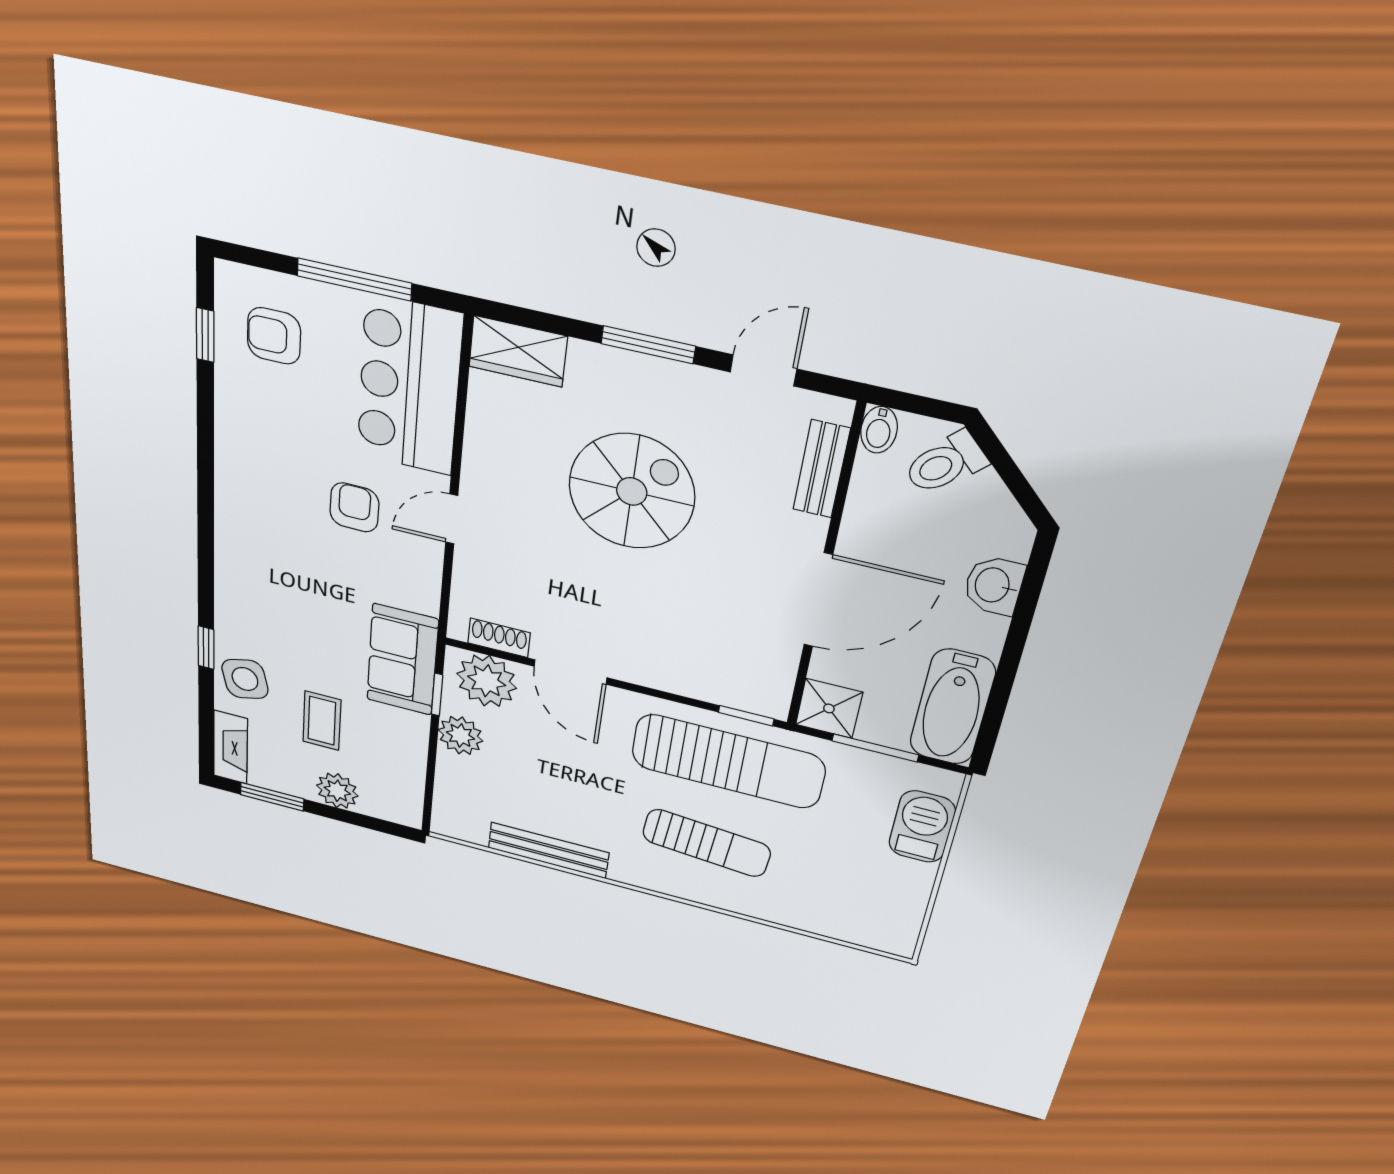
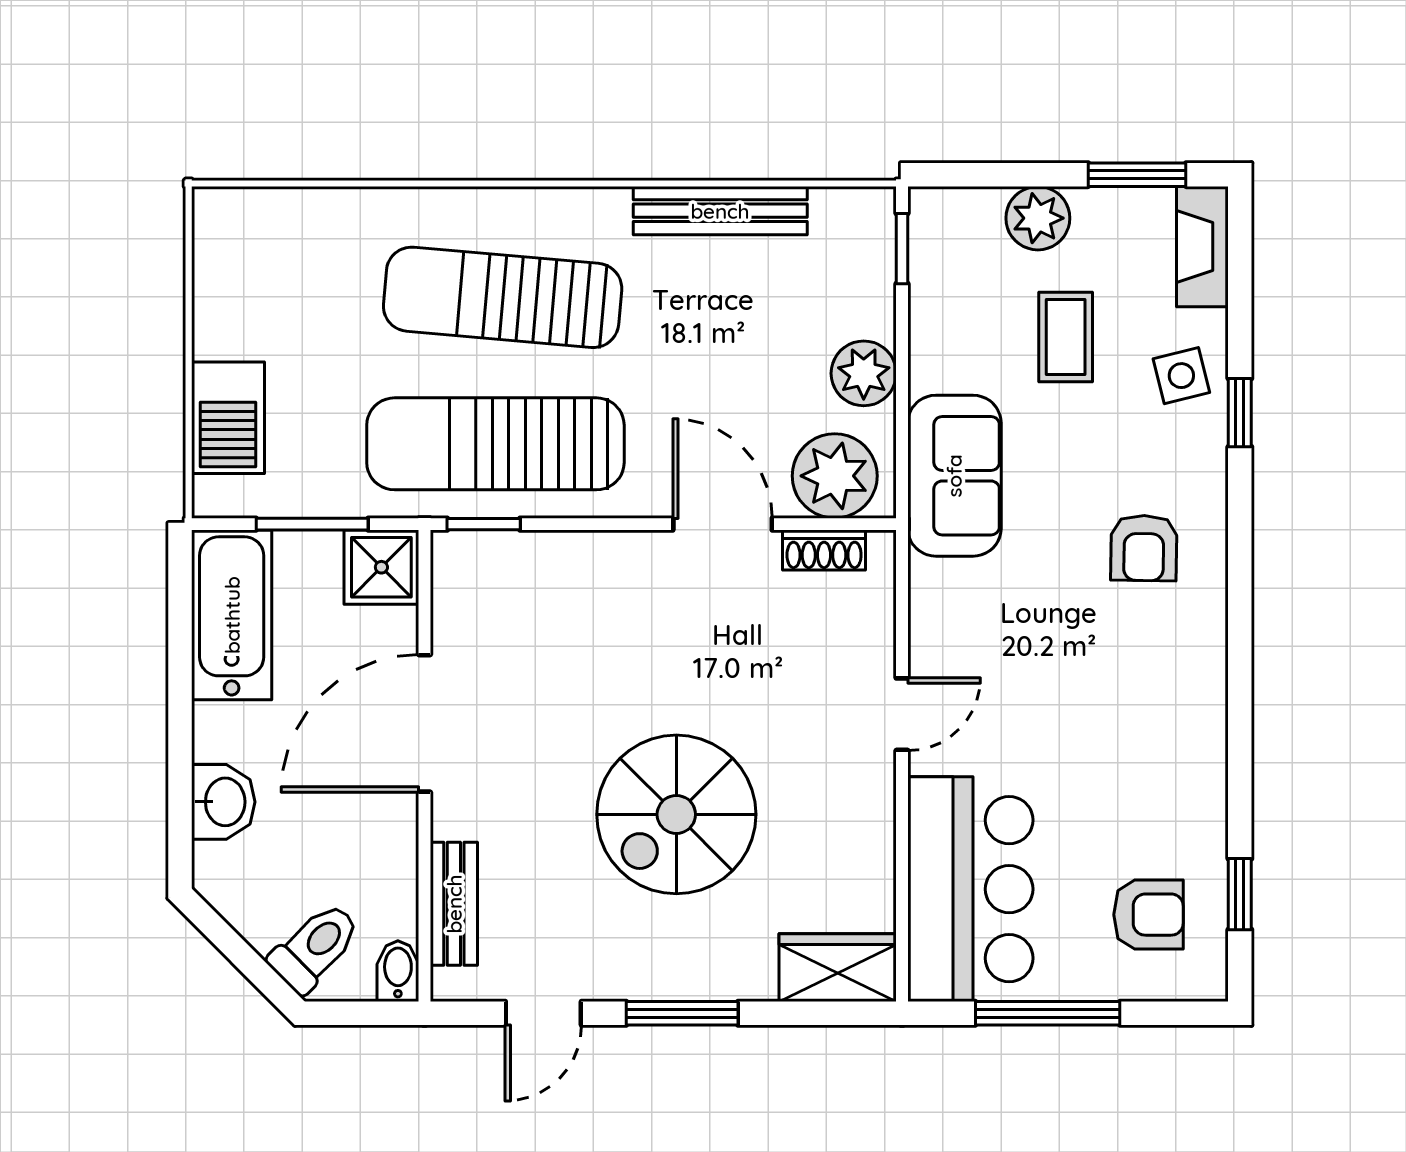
armchair: (354, 507) -> (1144, 548), moved
side table: (245, 679) -> (1181, 376), width x0.73, depth x0.73
window: (437, 694) -> (902, 249), moved
sun lounger: (706, 843) -> (503, 297), width x1.36, depth x1.34

